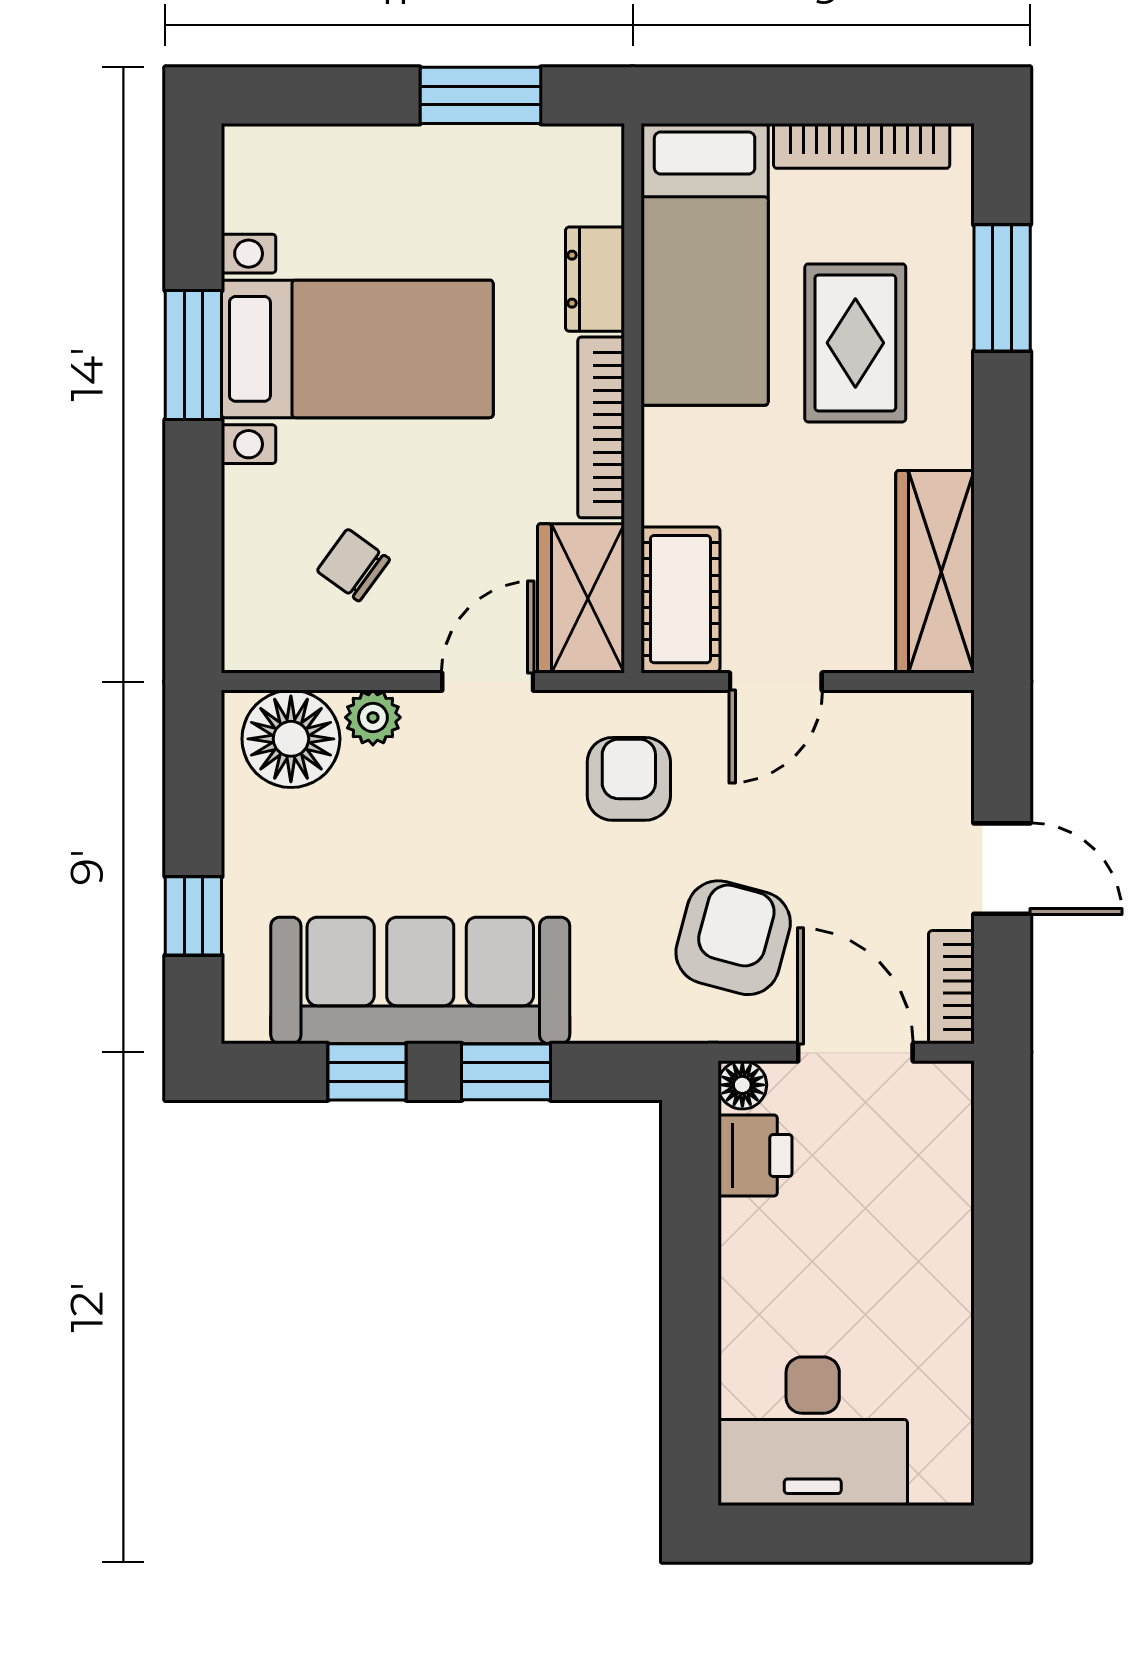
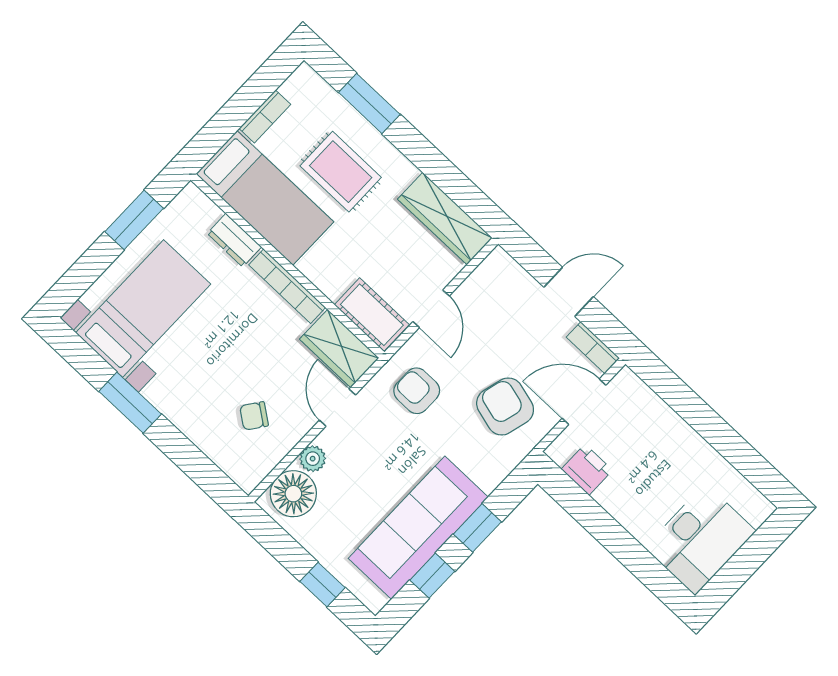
bookcase: (862, 146) -> (265, 116), width x0.64
bed with nightstands: (357, 349) -> (143, 309), moved
floor lamp: (742, 1085) -> (559, 451), removed

